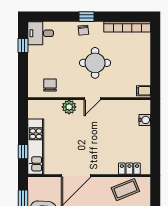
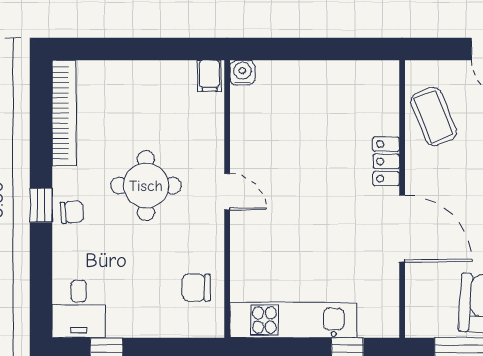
plant: (69, 107) -> (246, 245), removed
water cooler: (145, 120) -> (242, 73), moved
kitchen unit: (36, 147) -> (293, 320), moved
locker: (129, 169) -> (386, 161), moved

